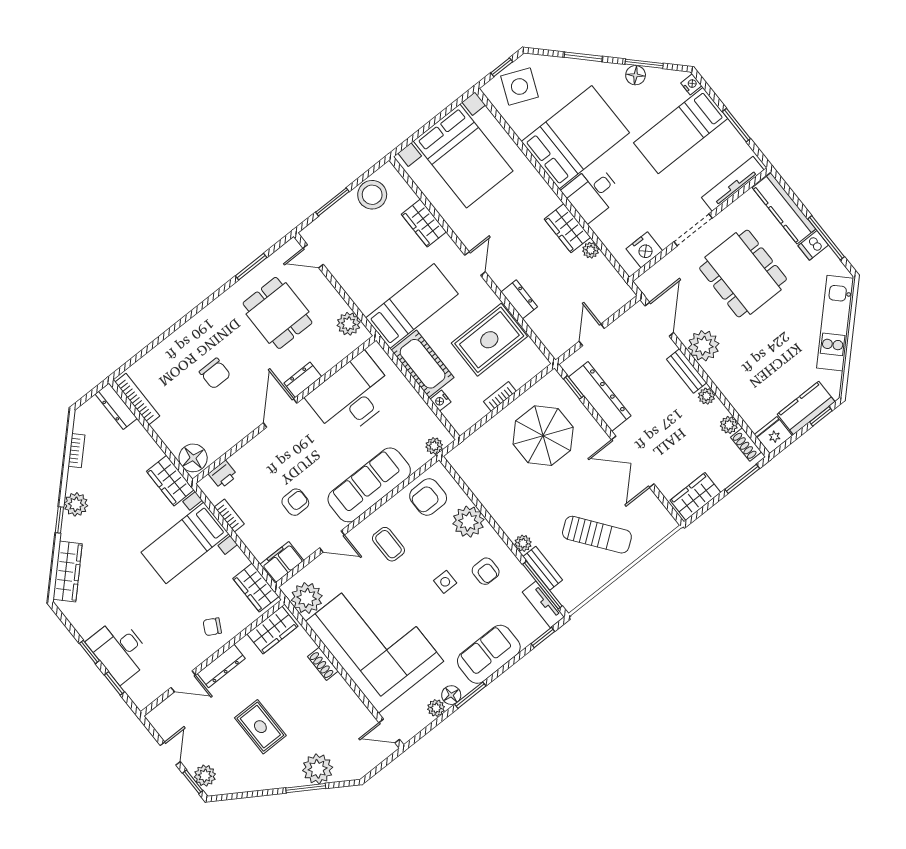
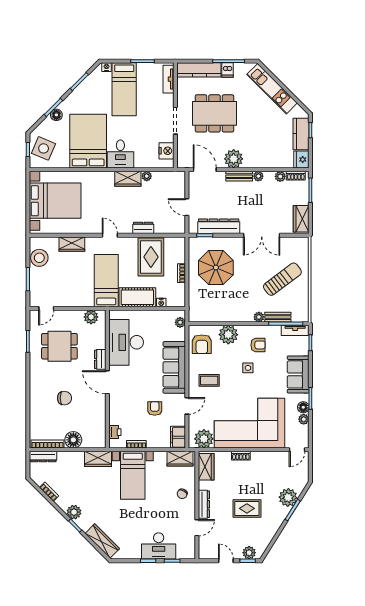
floor lamp: (636, 75) -> (56, 115), moved
tv unit: (733, 184) -> (169, 79), width x0.71
floor lamp: (193, 458) -> (73, 440), moved

